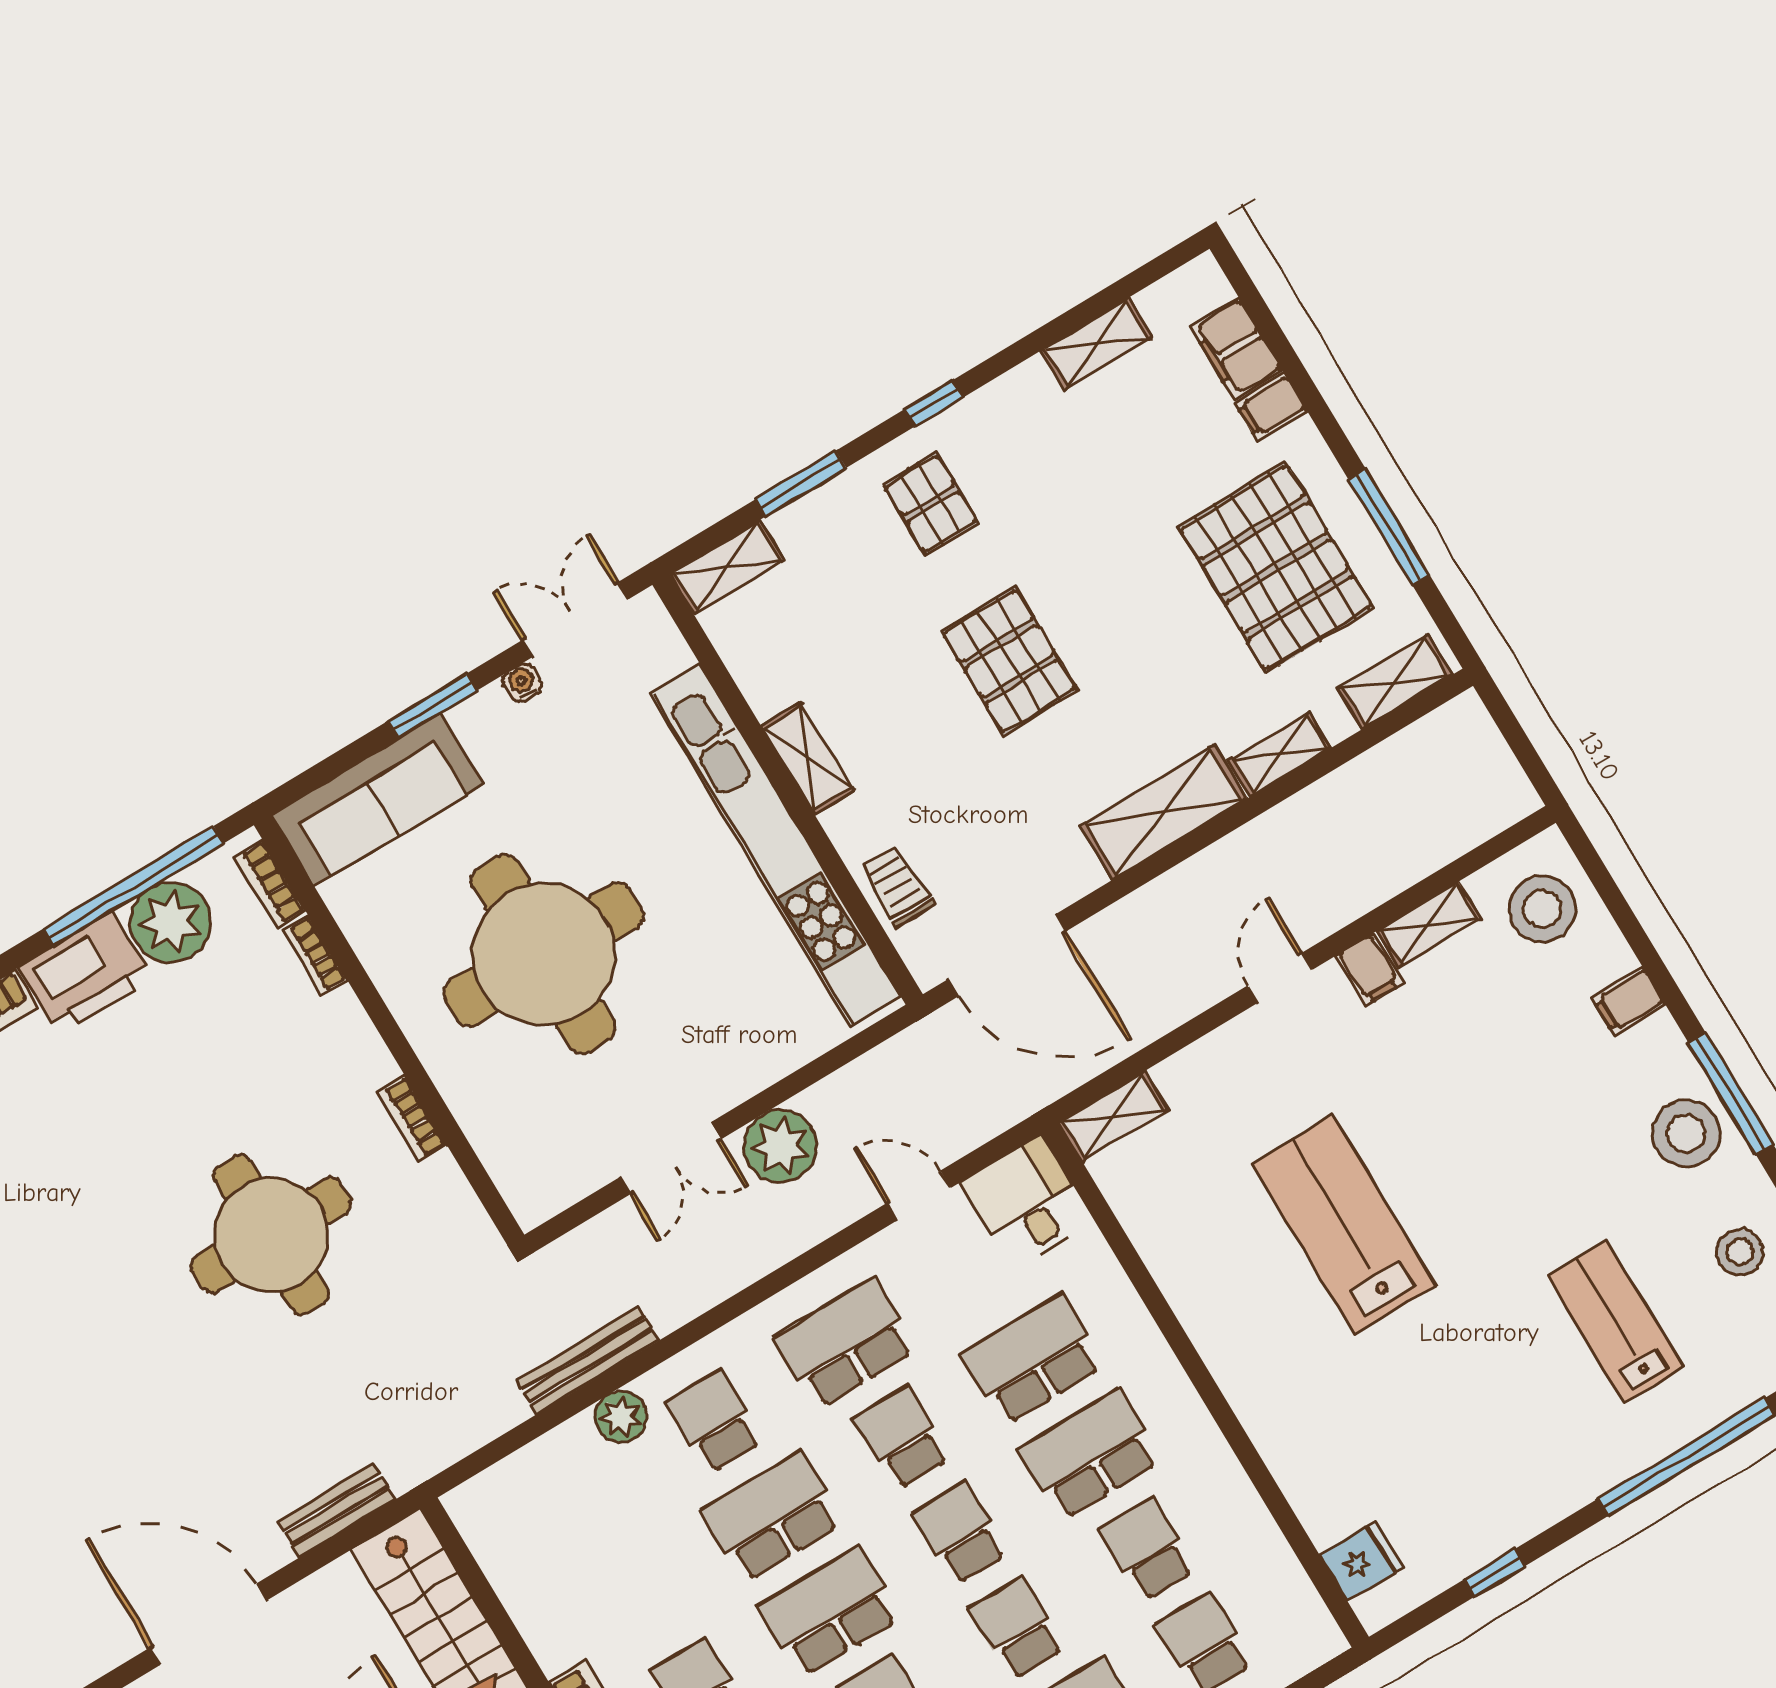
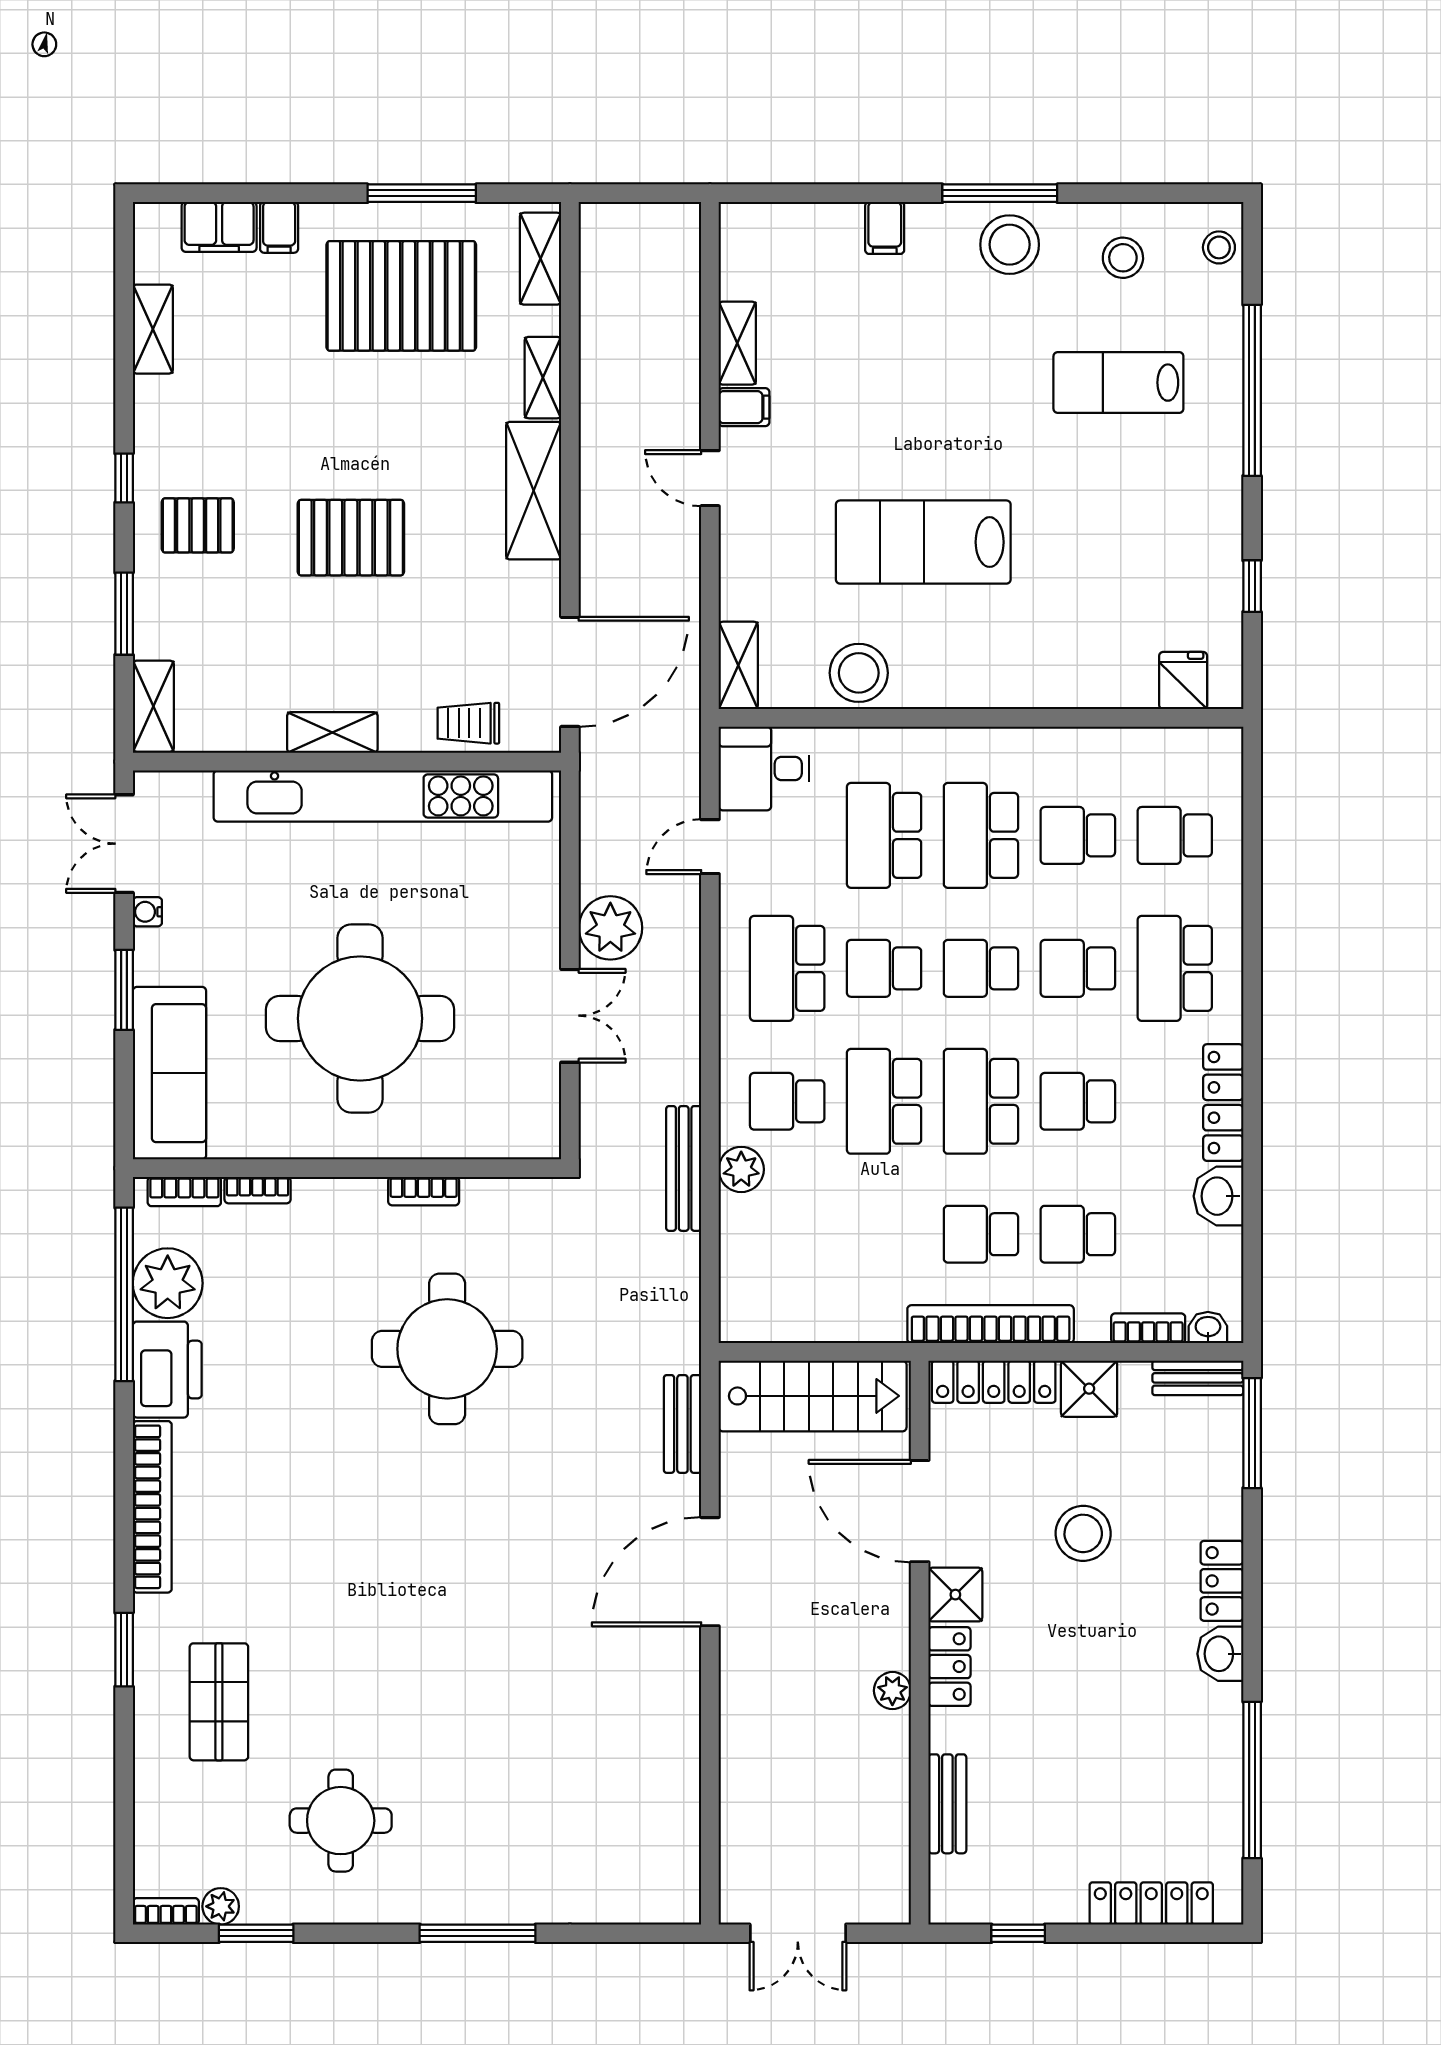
stool: (1542, 909) -> (859, 673), moved

